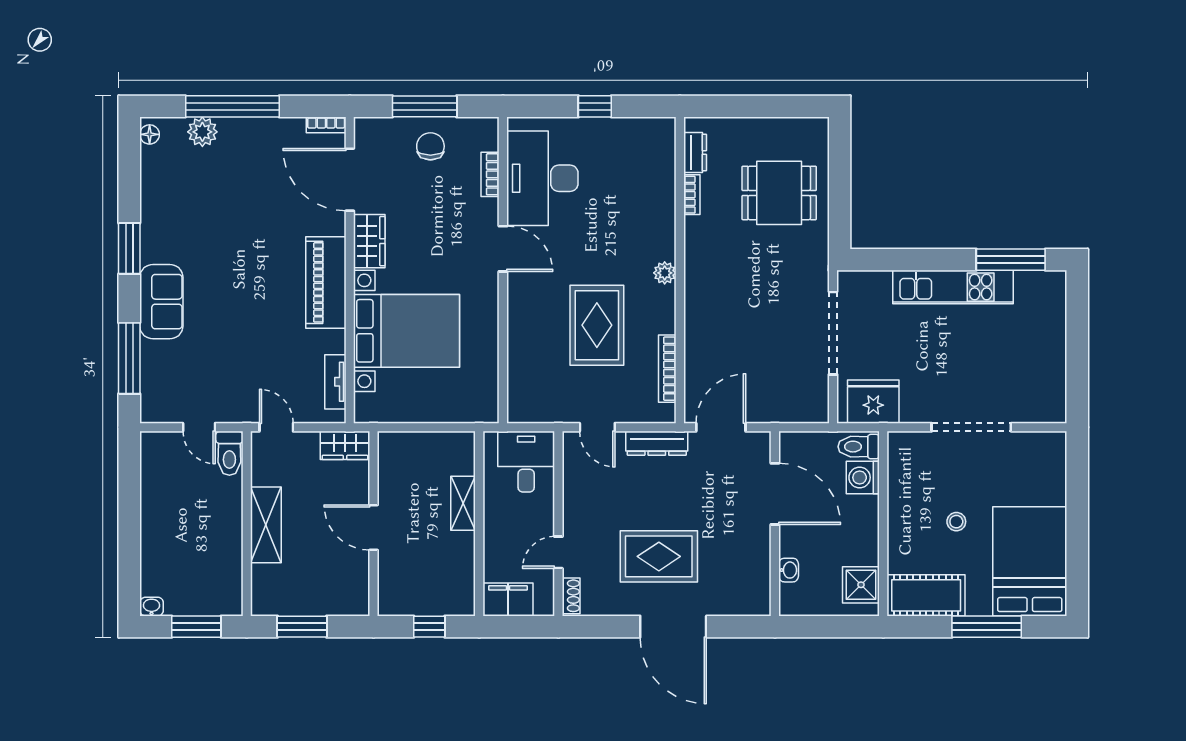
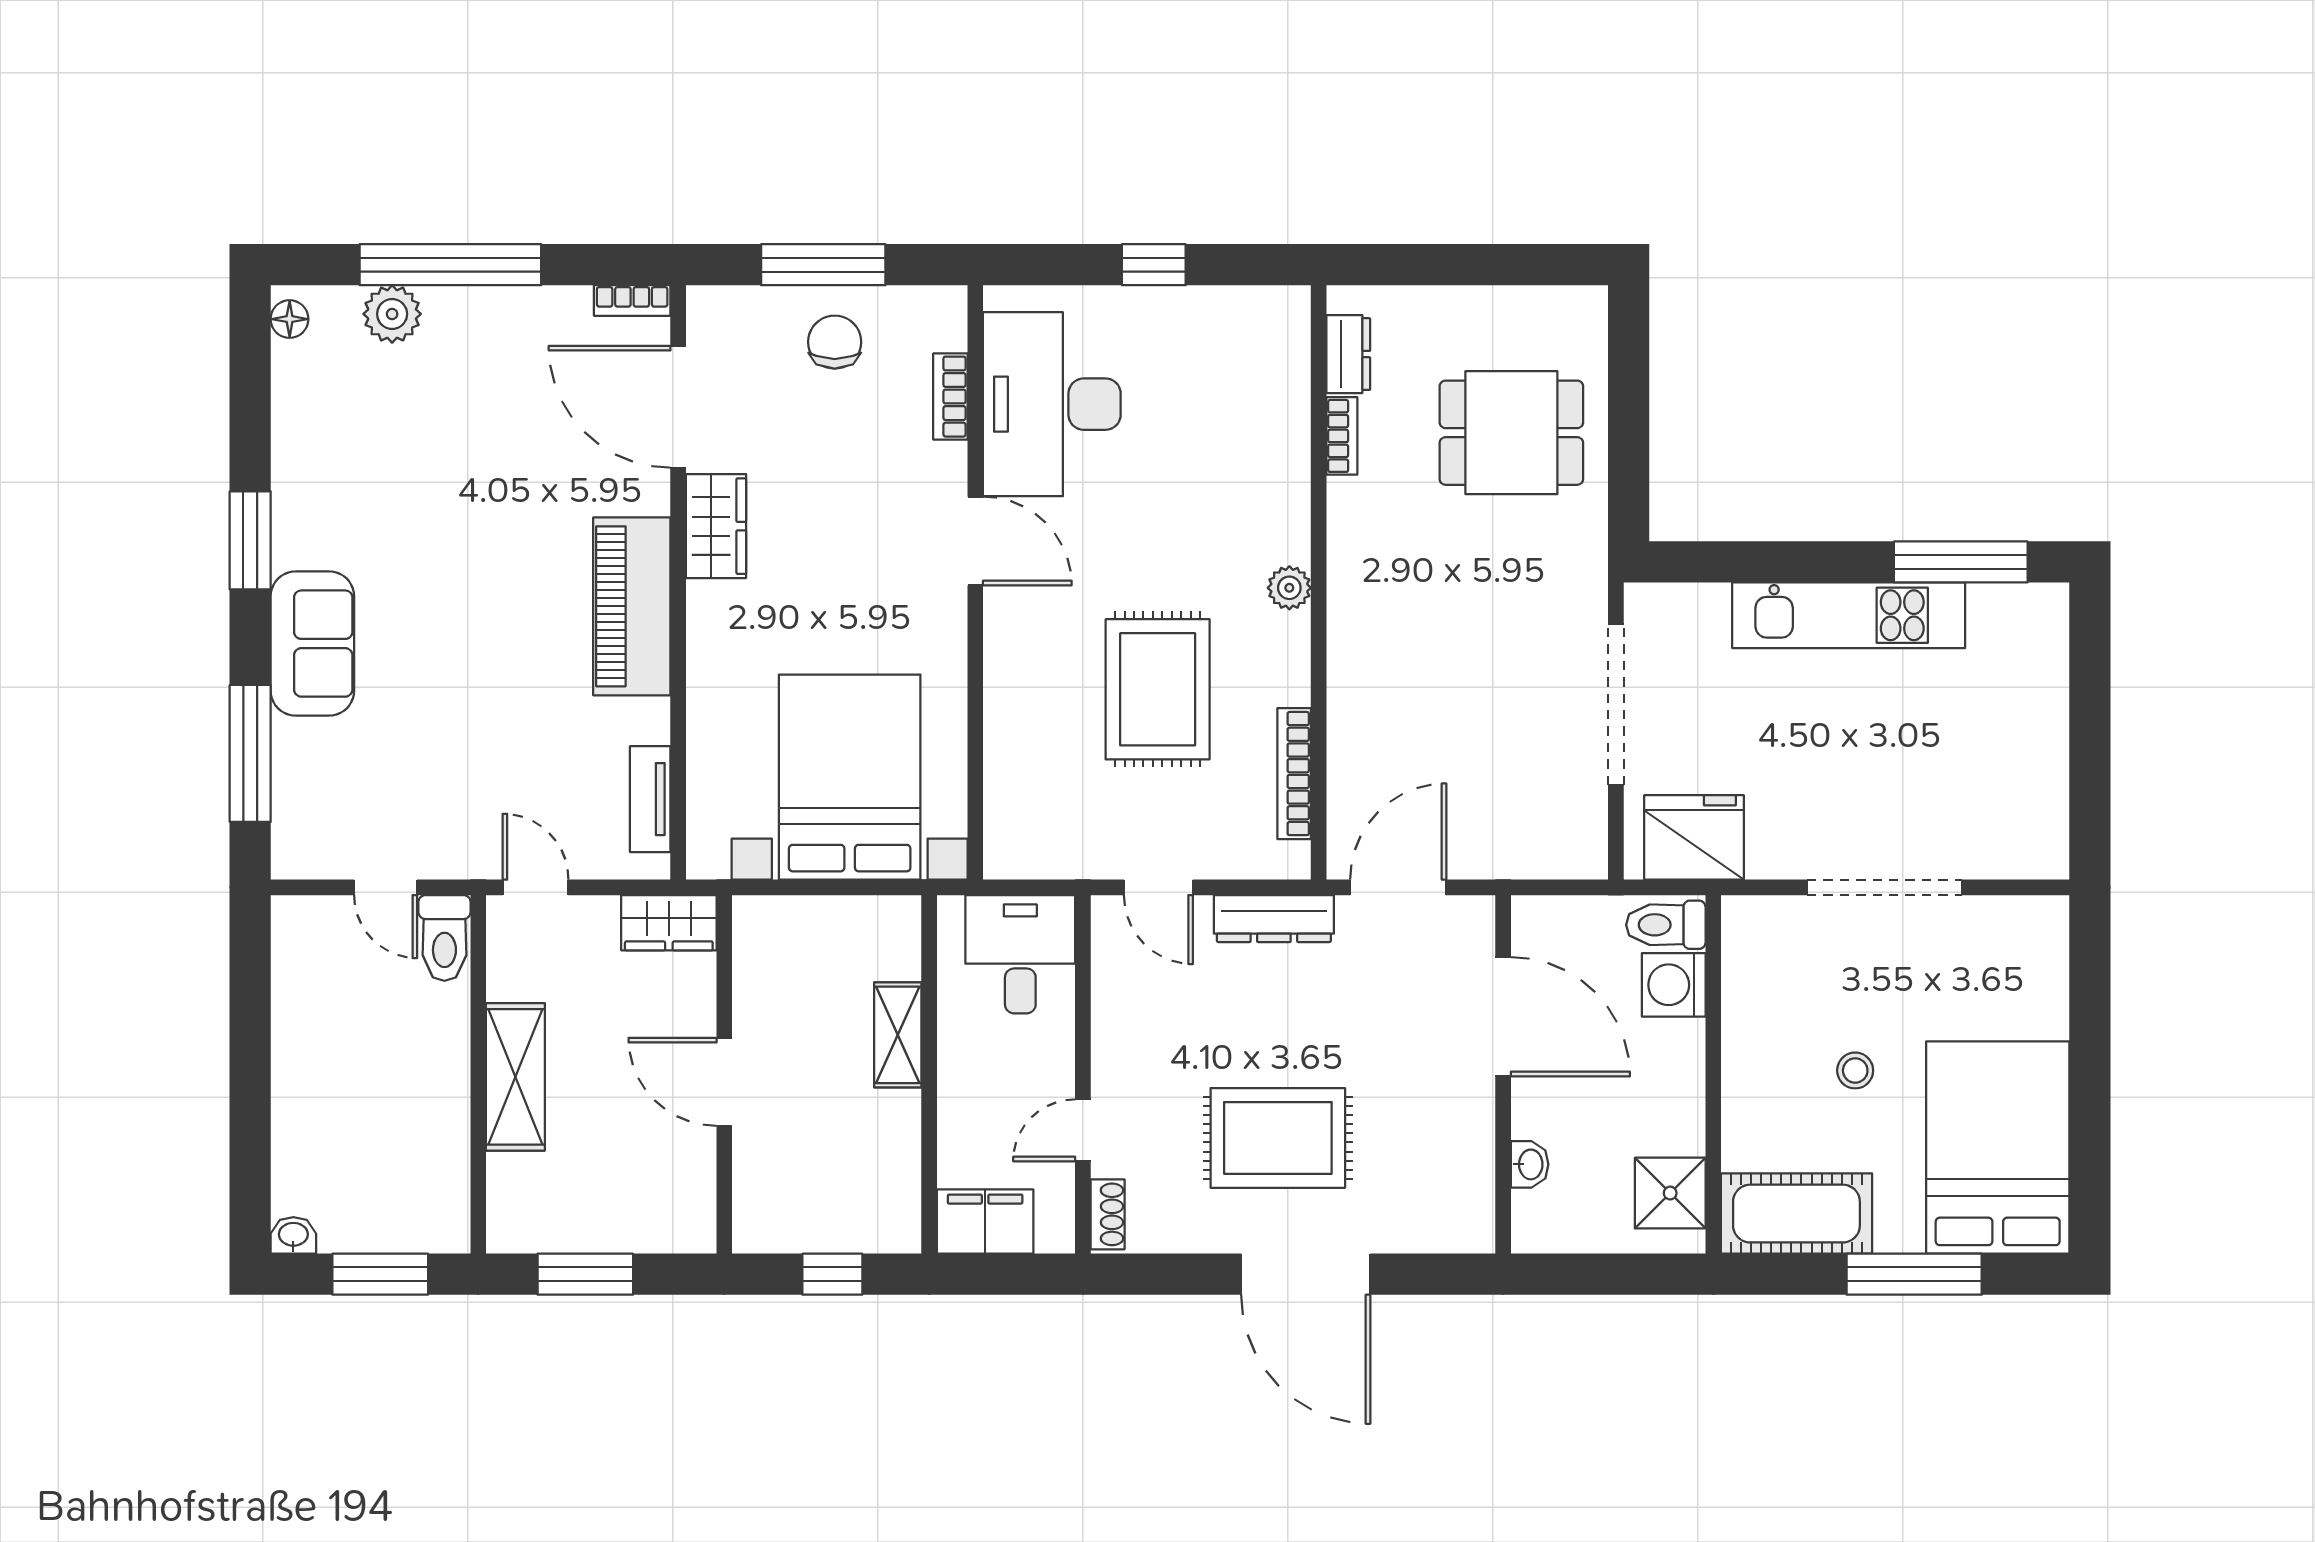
bed with nightstands: (407, 331) -> (850, 777), moved, turned -90

